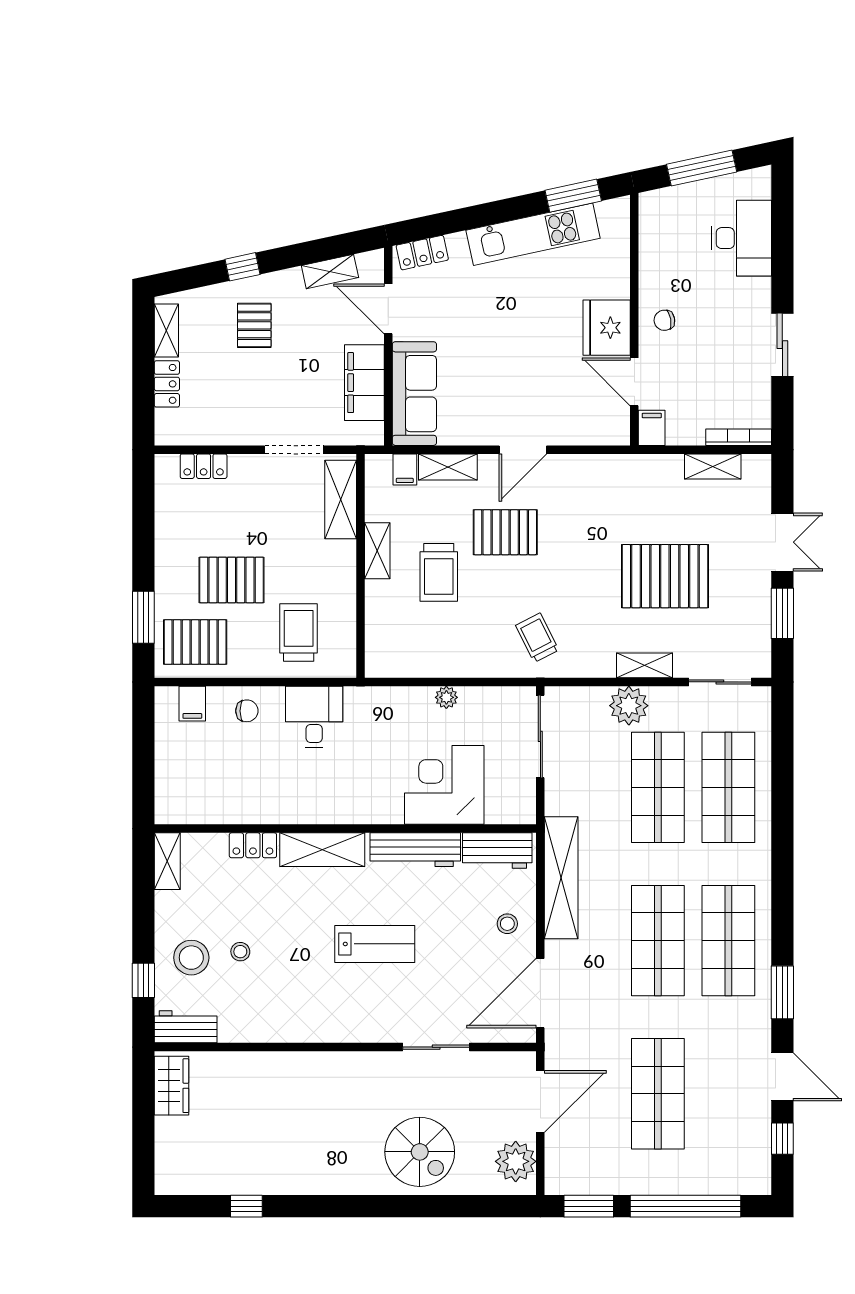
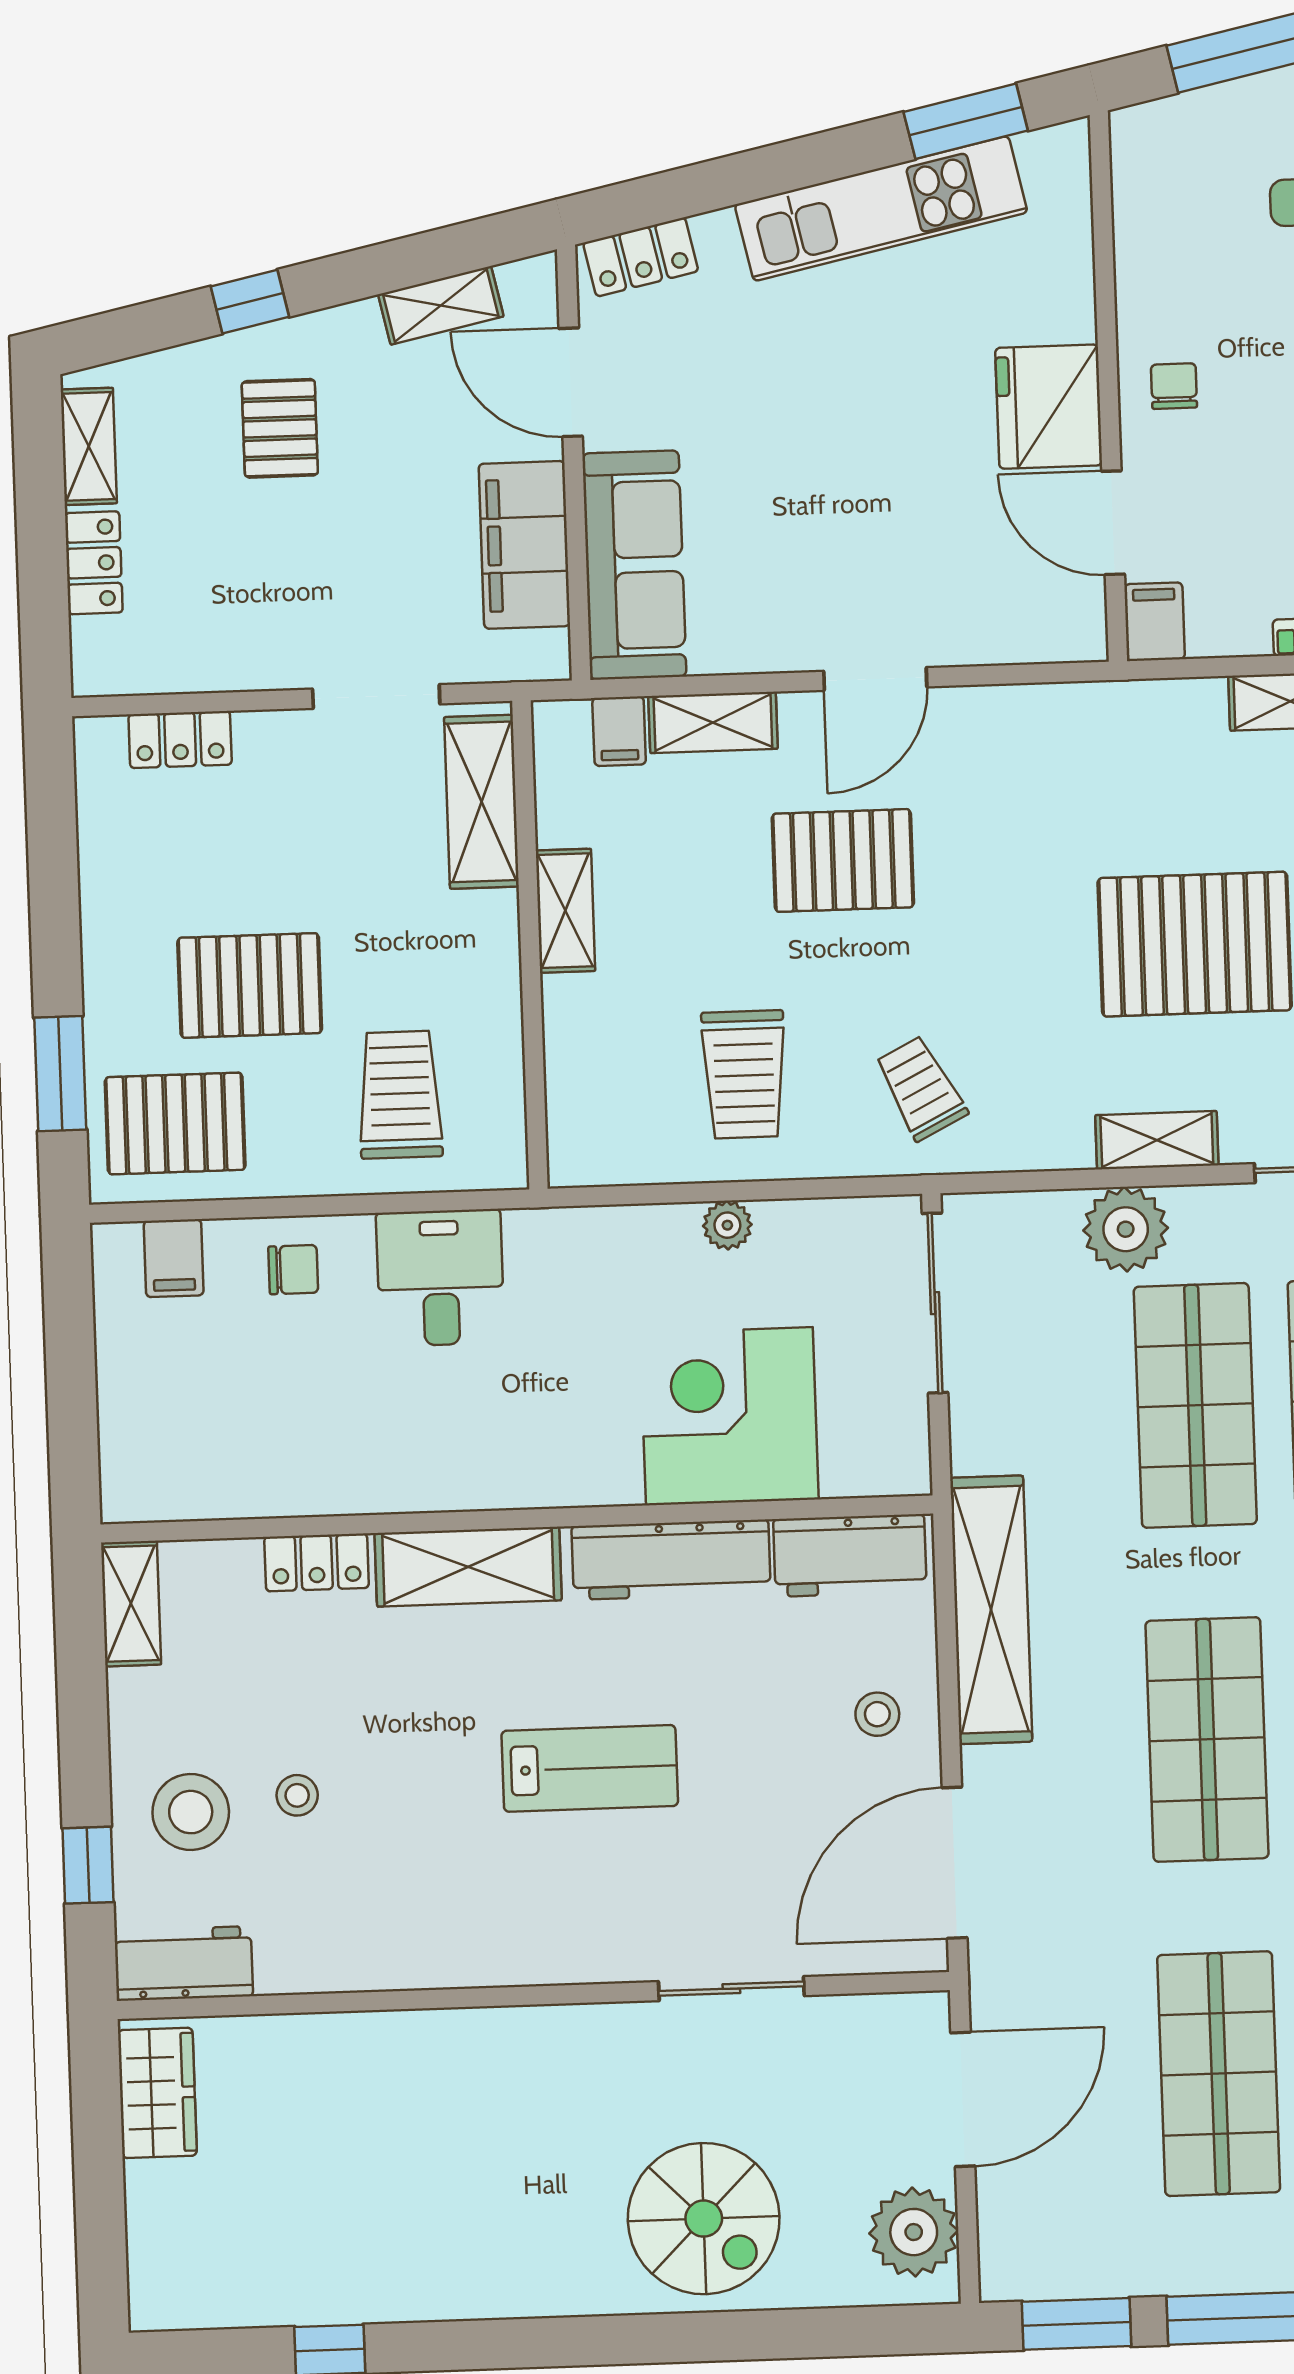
chair: (664, 320) -> (1174, 386), turned 100
trolley: (439, 572) -> (744, 1074), moved

